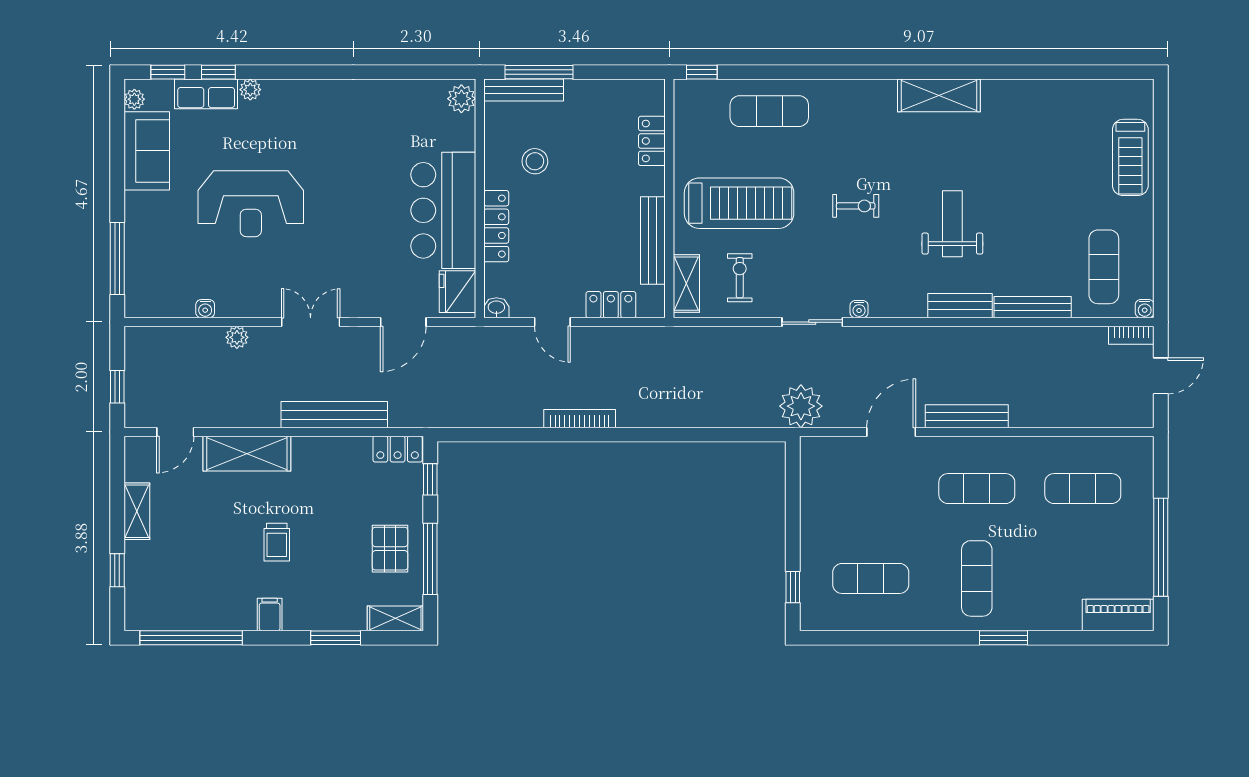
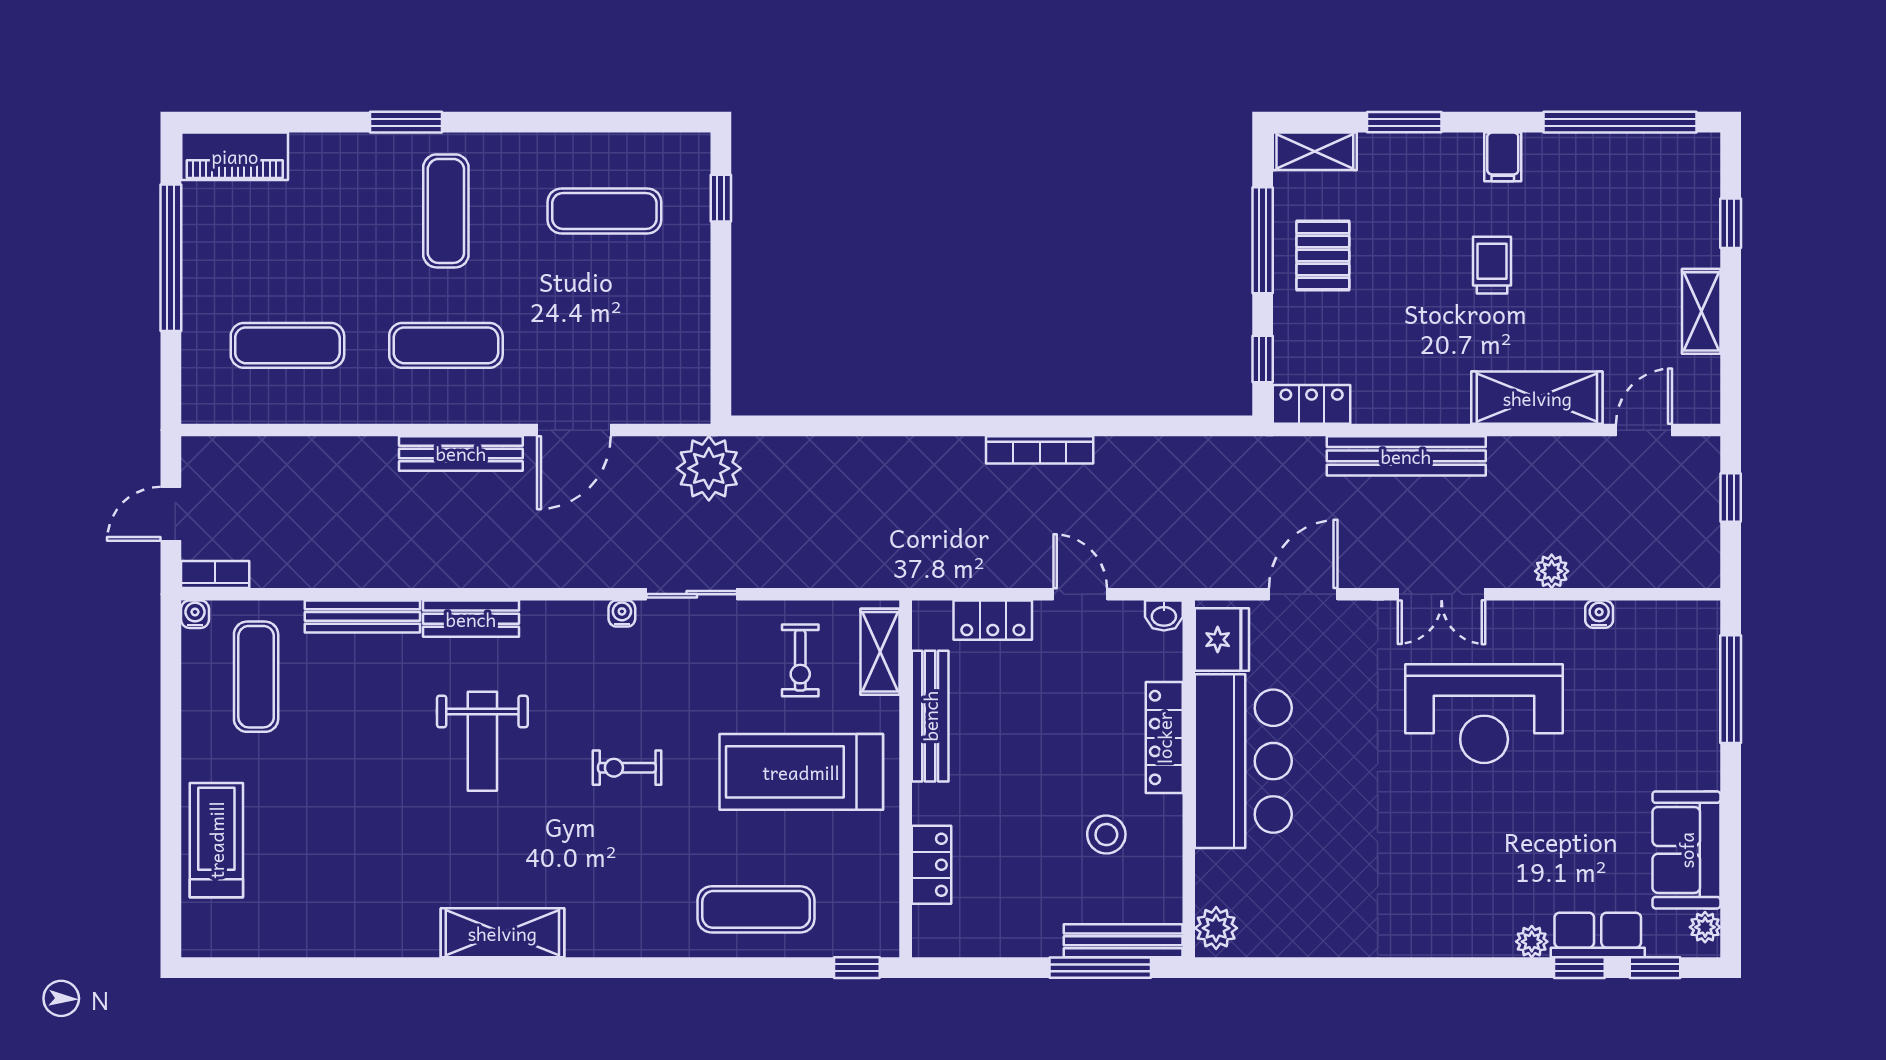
reception desk: (251, 204) -> (1484, 714), moved, turned 180

